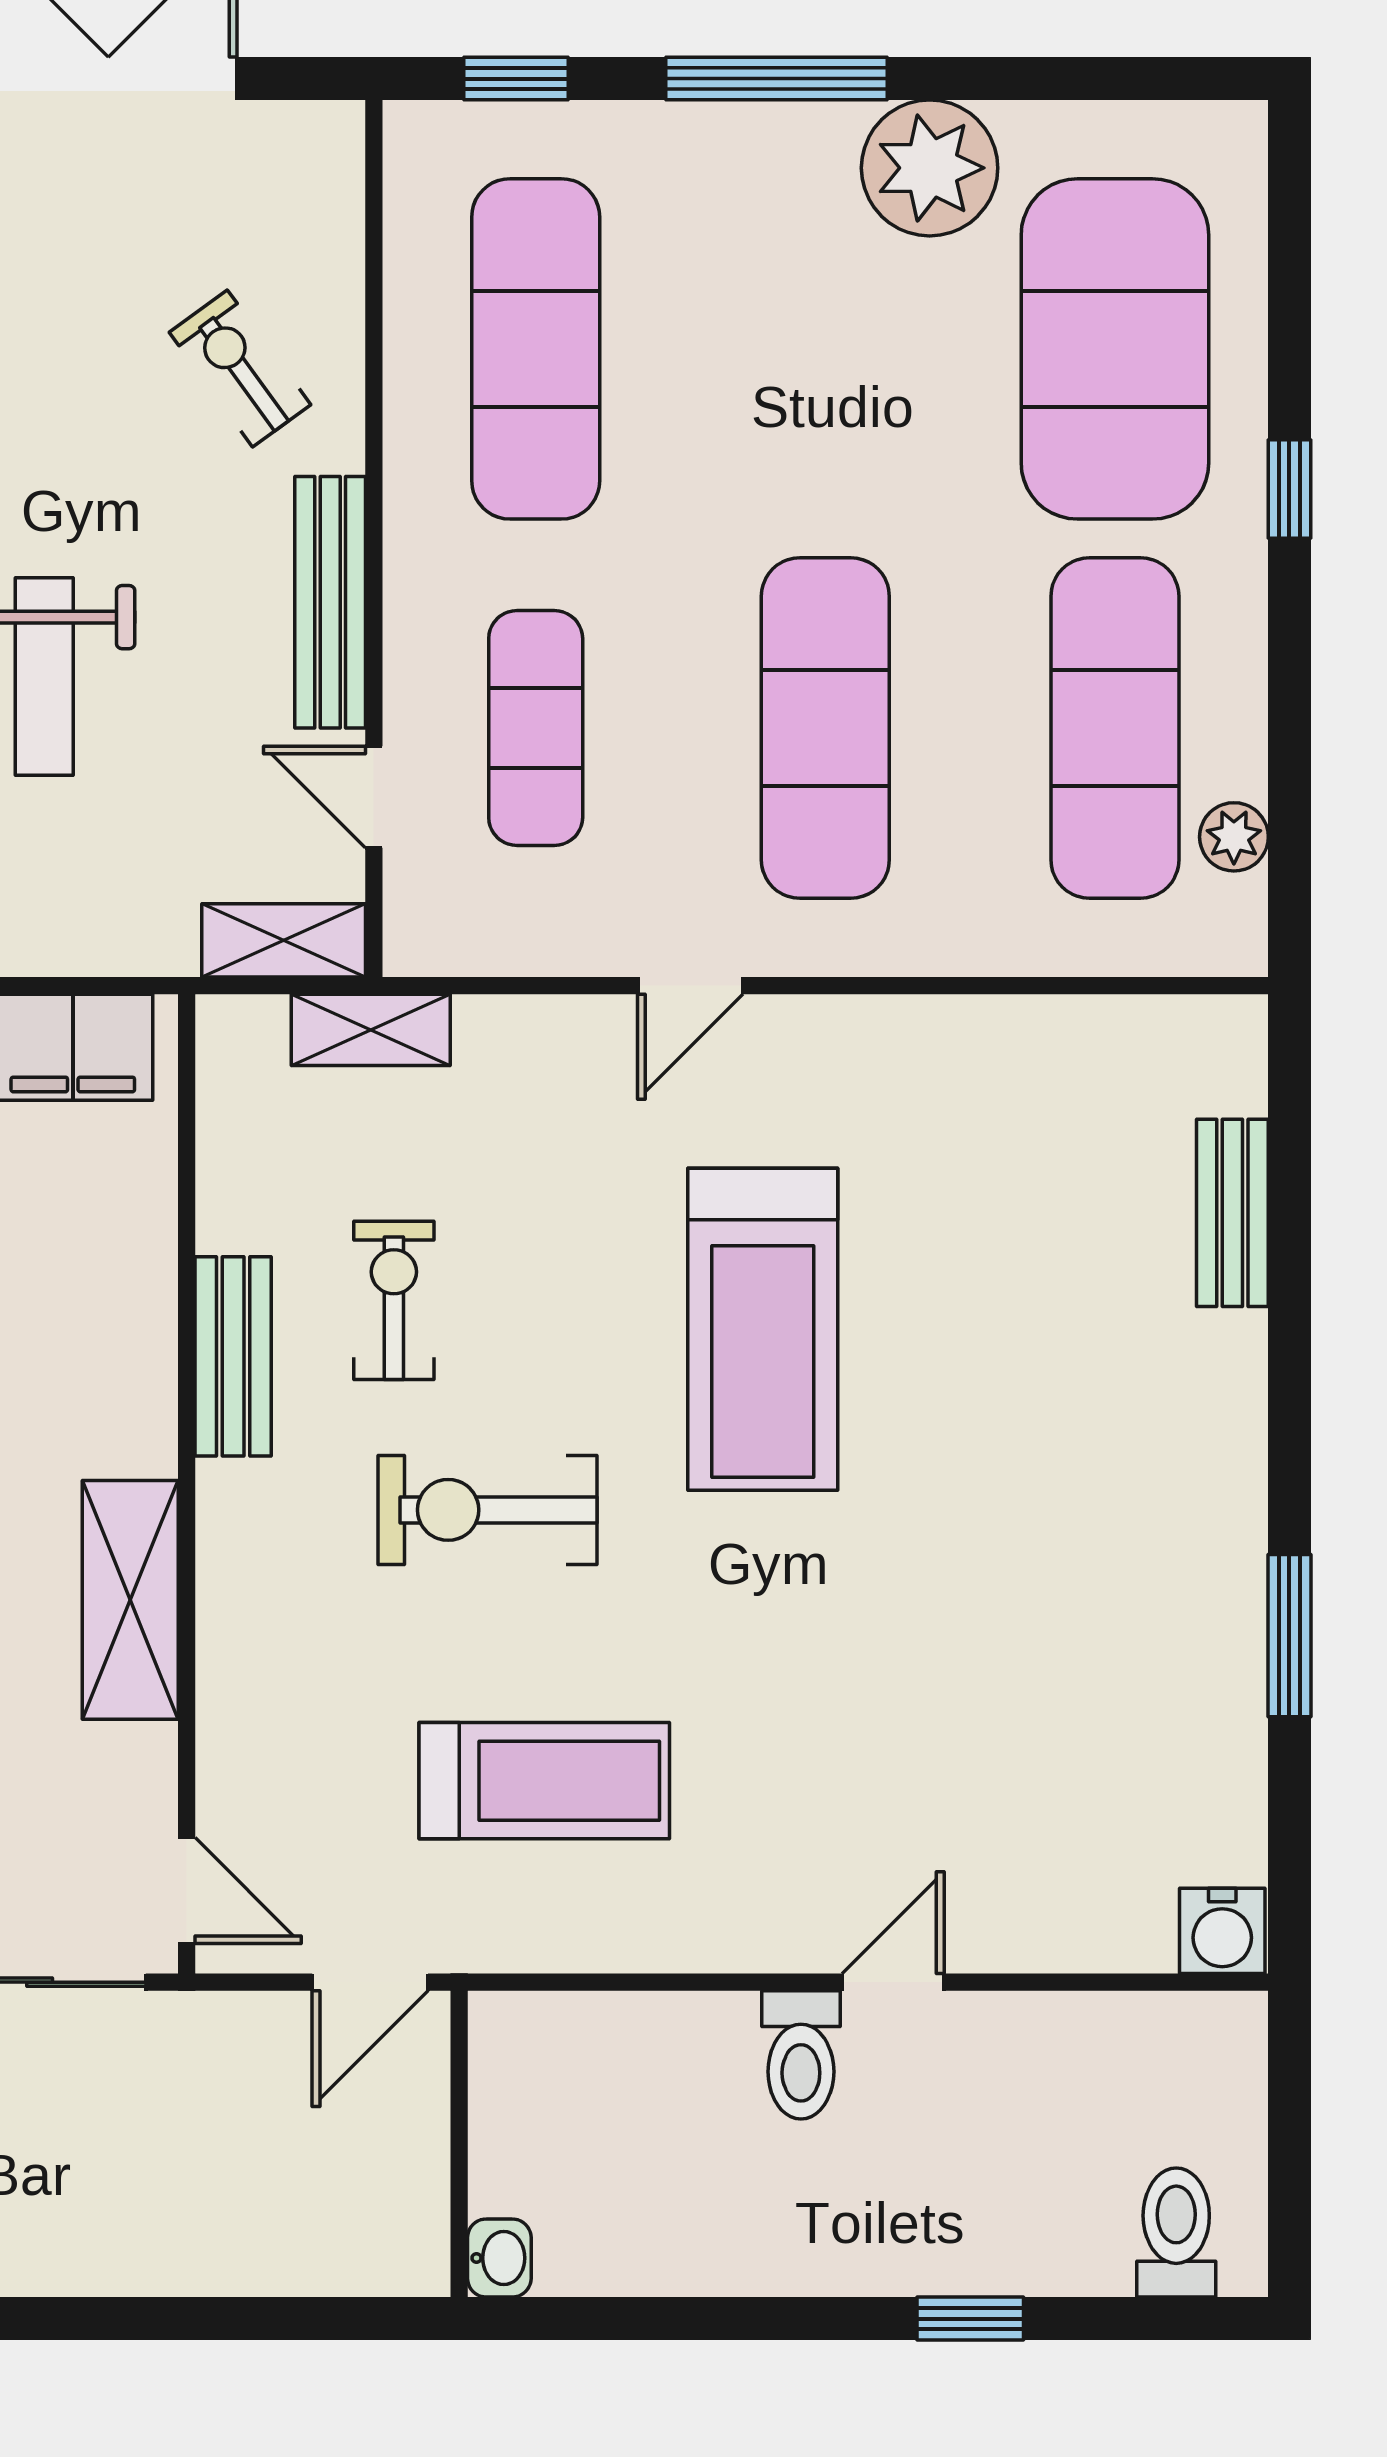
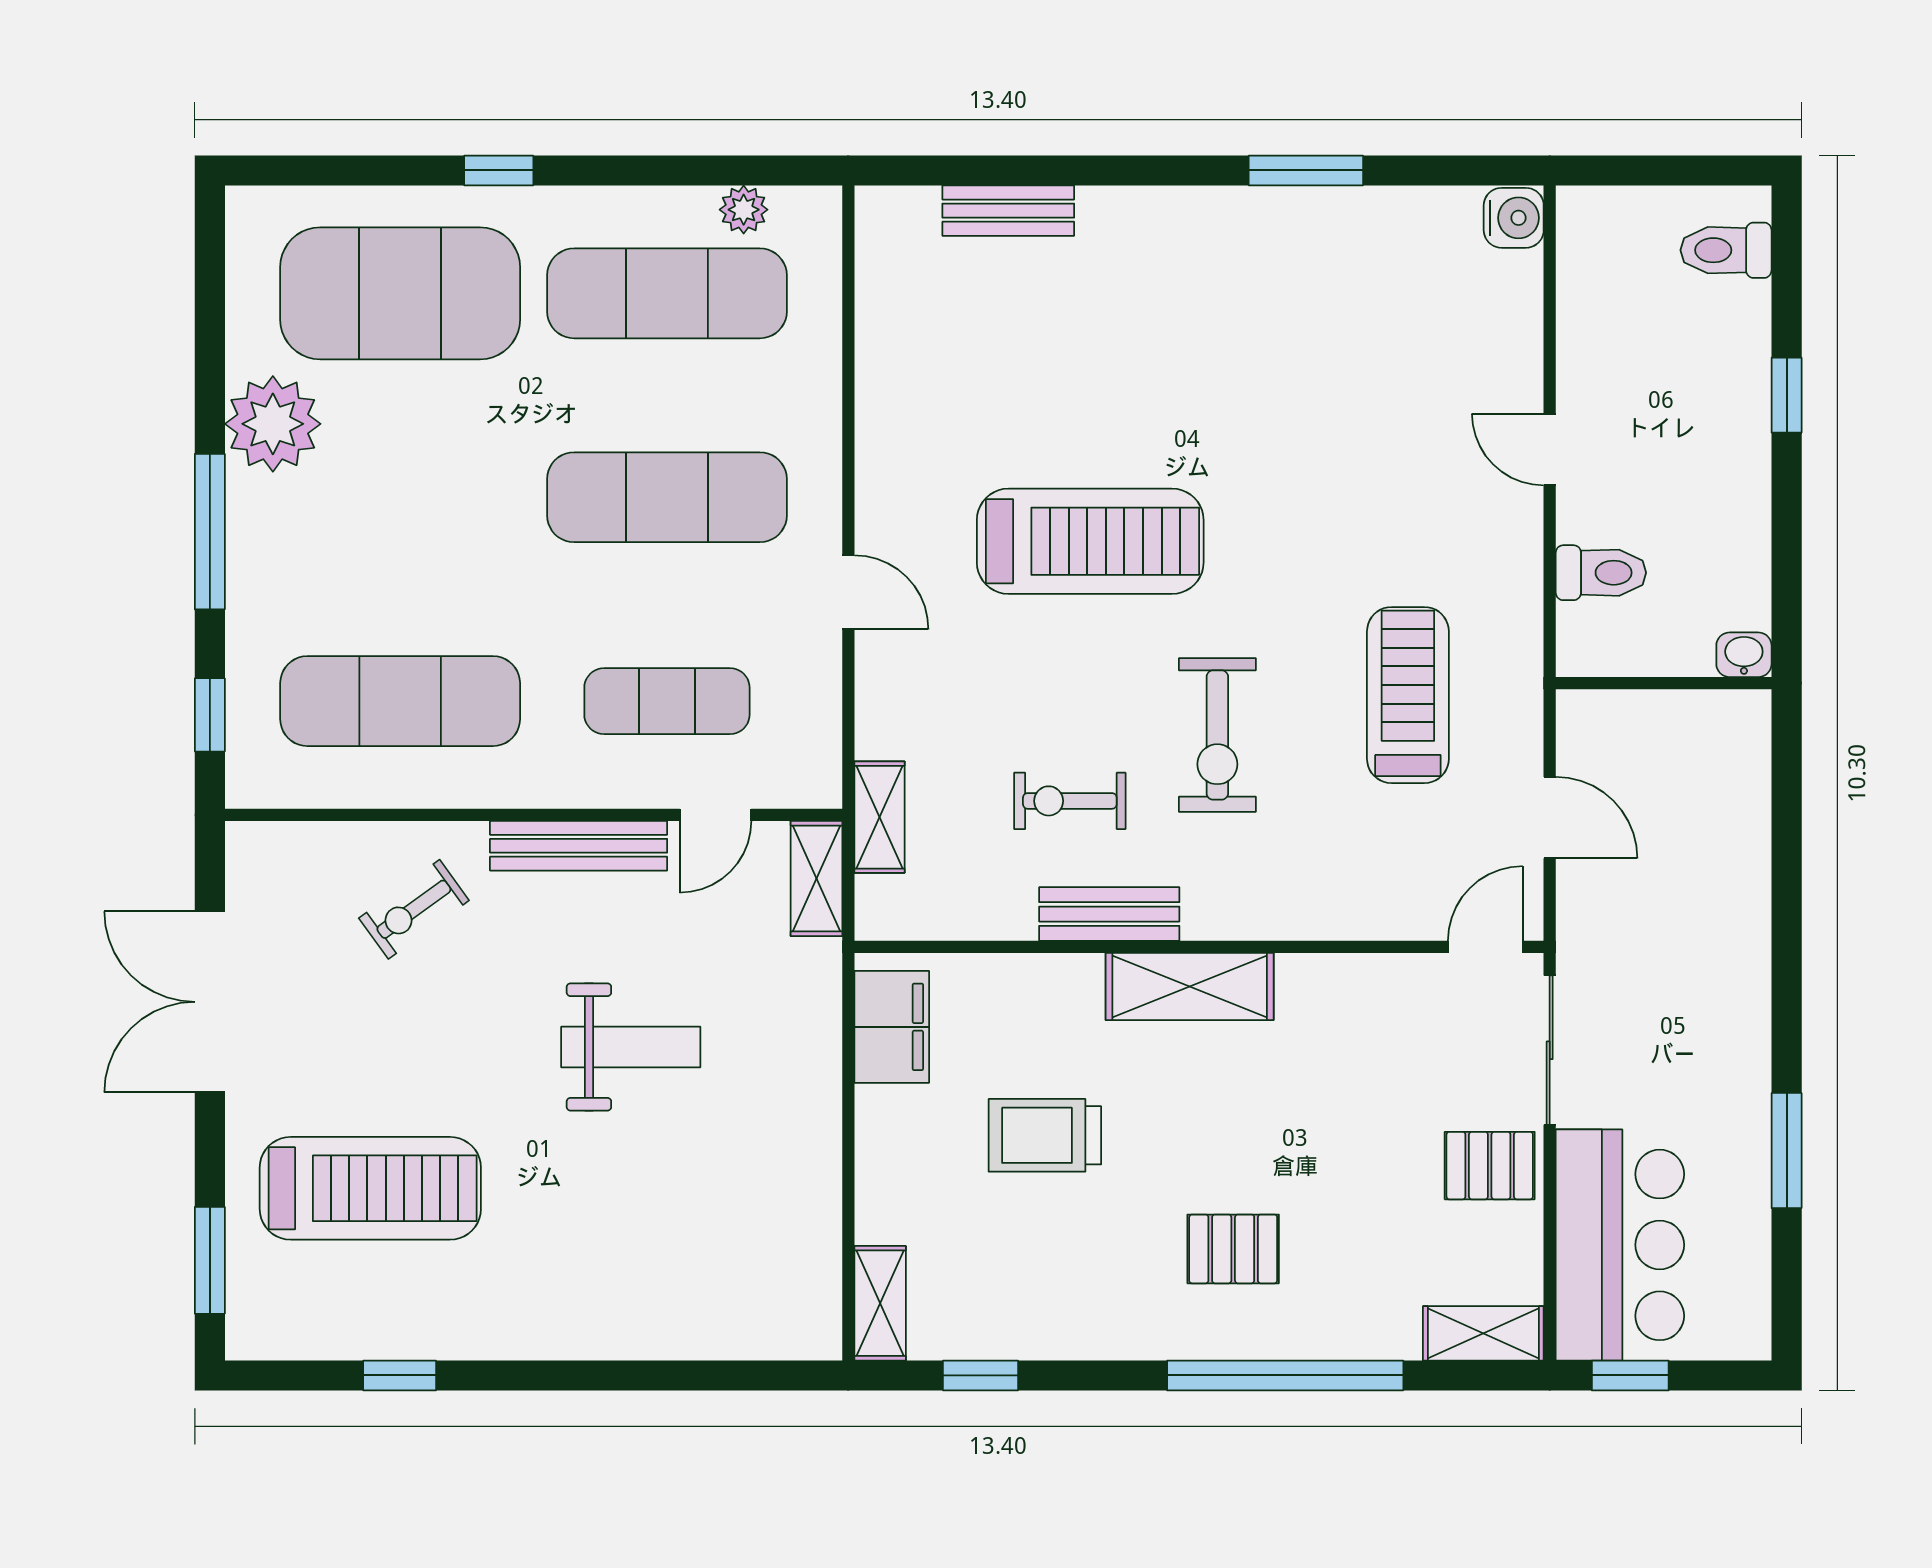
shelving: (130, 1600) -> (1190, 986), moved
toilet: (801, 2055) -> (1601, 573), moved
wall: (459, 2144) -> (1664, 683), moved
washbasin: (499, 2258) -> (1744, 655), moved

